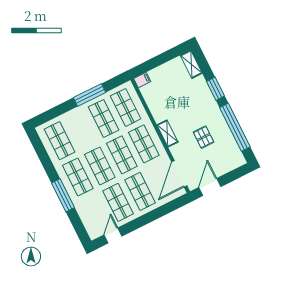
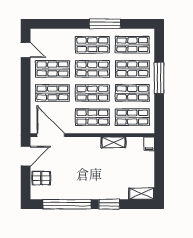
window: (89, 95) -> (159, 78), moved
shop shelf: (82, 130) -> (132, 69), added
shelving: (167, 134) -> (113, 142), moved
pallet: (204, 137) -> (41, 178), moved
door: (210, 187) -> (26, 156), hinge flipped
window: (63, 195) -> (105, 24), moved

